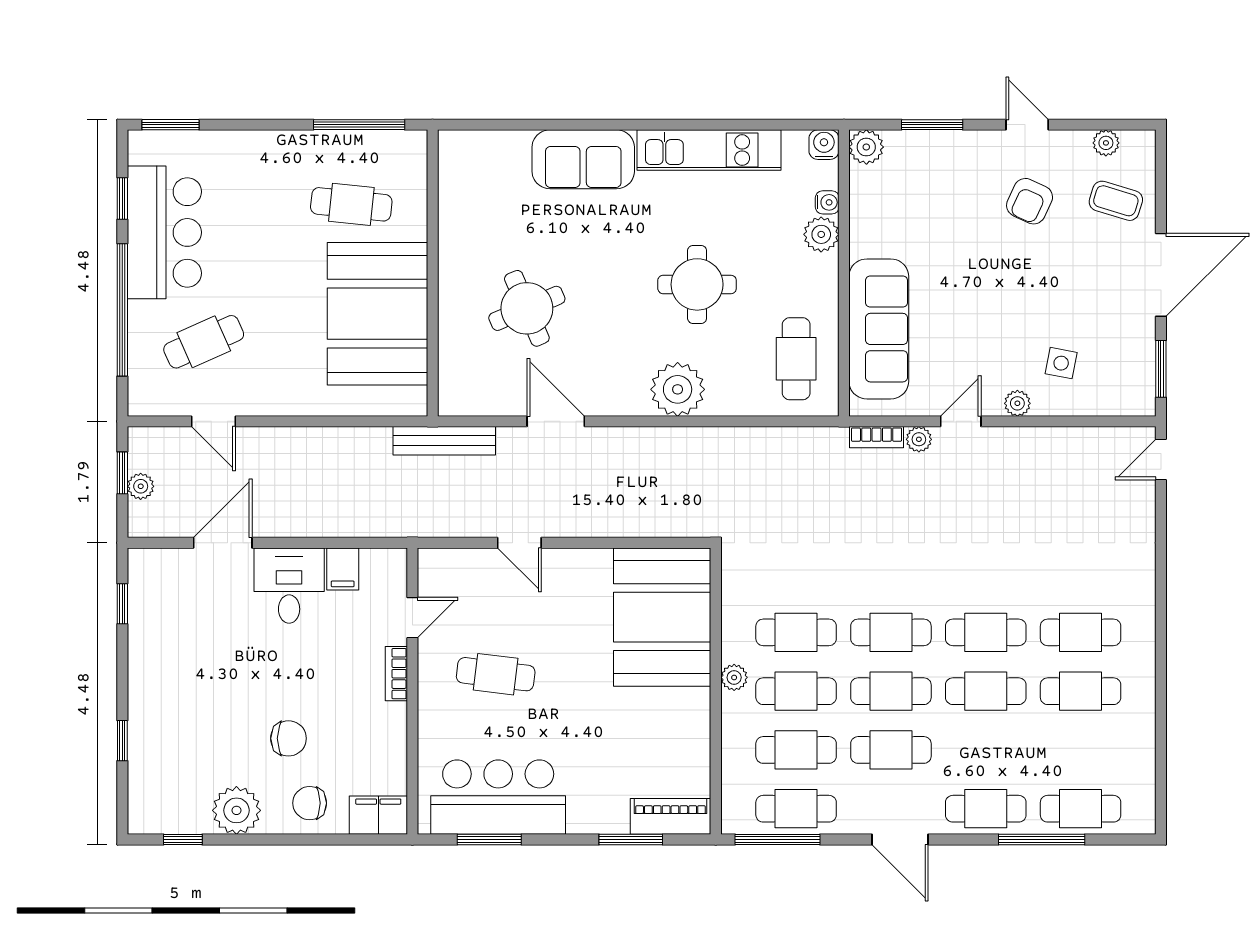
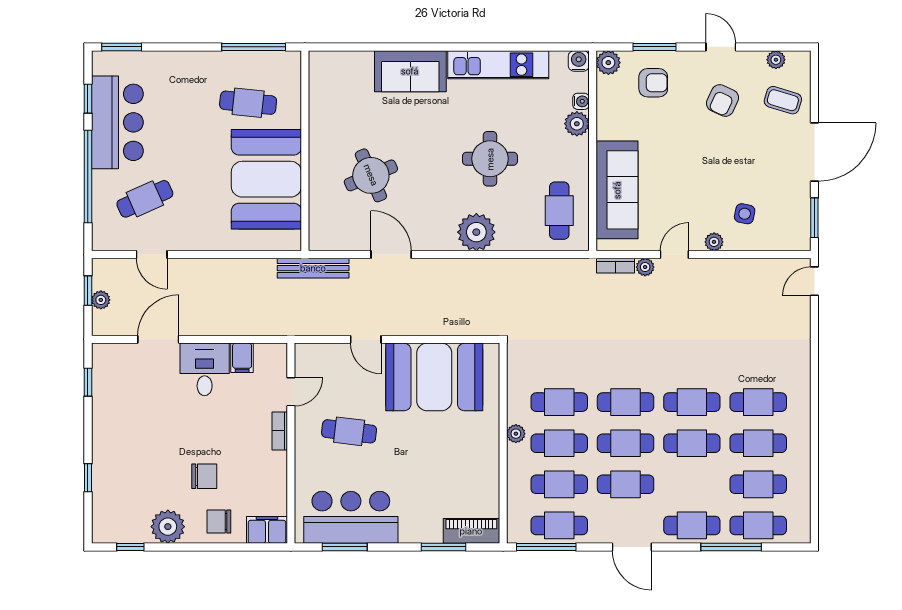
armchair: (930, 176) -> (653, 83), added
booth: (662, 617) -> (434, 377), moved, turned 90
cafe table: (1081, 750) -> (758, 484), added

